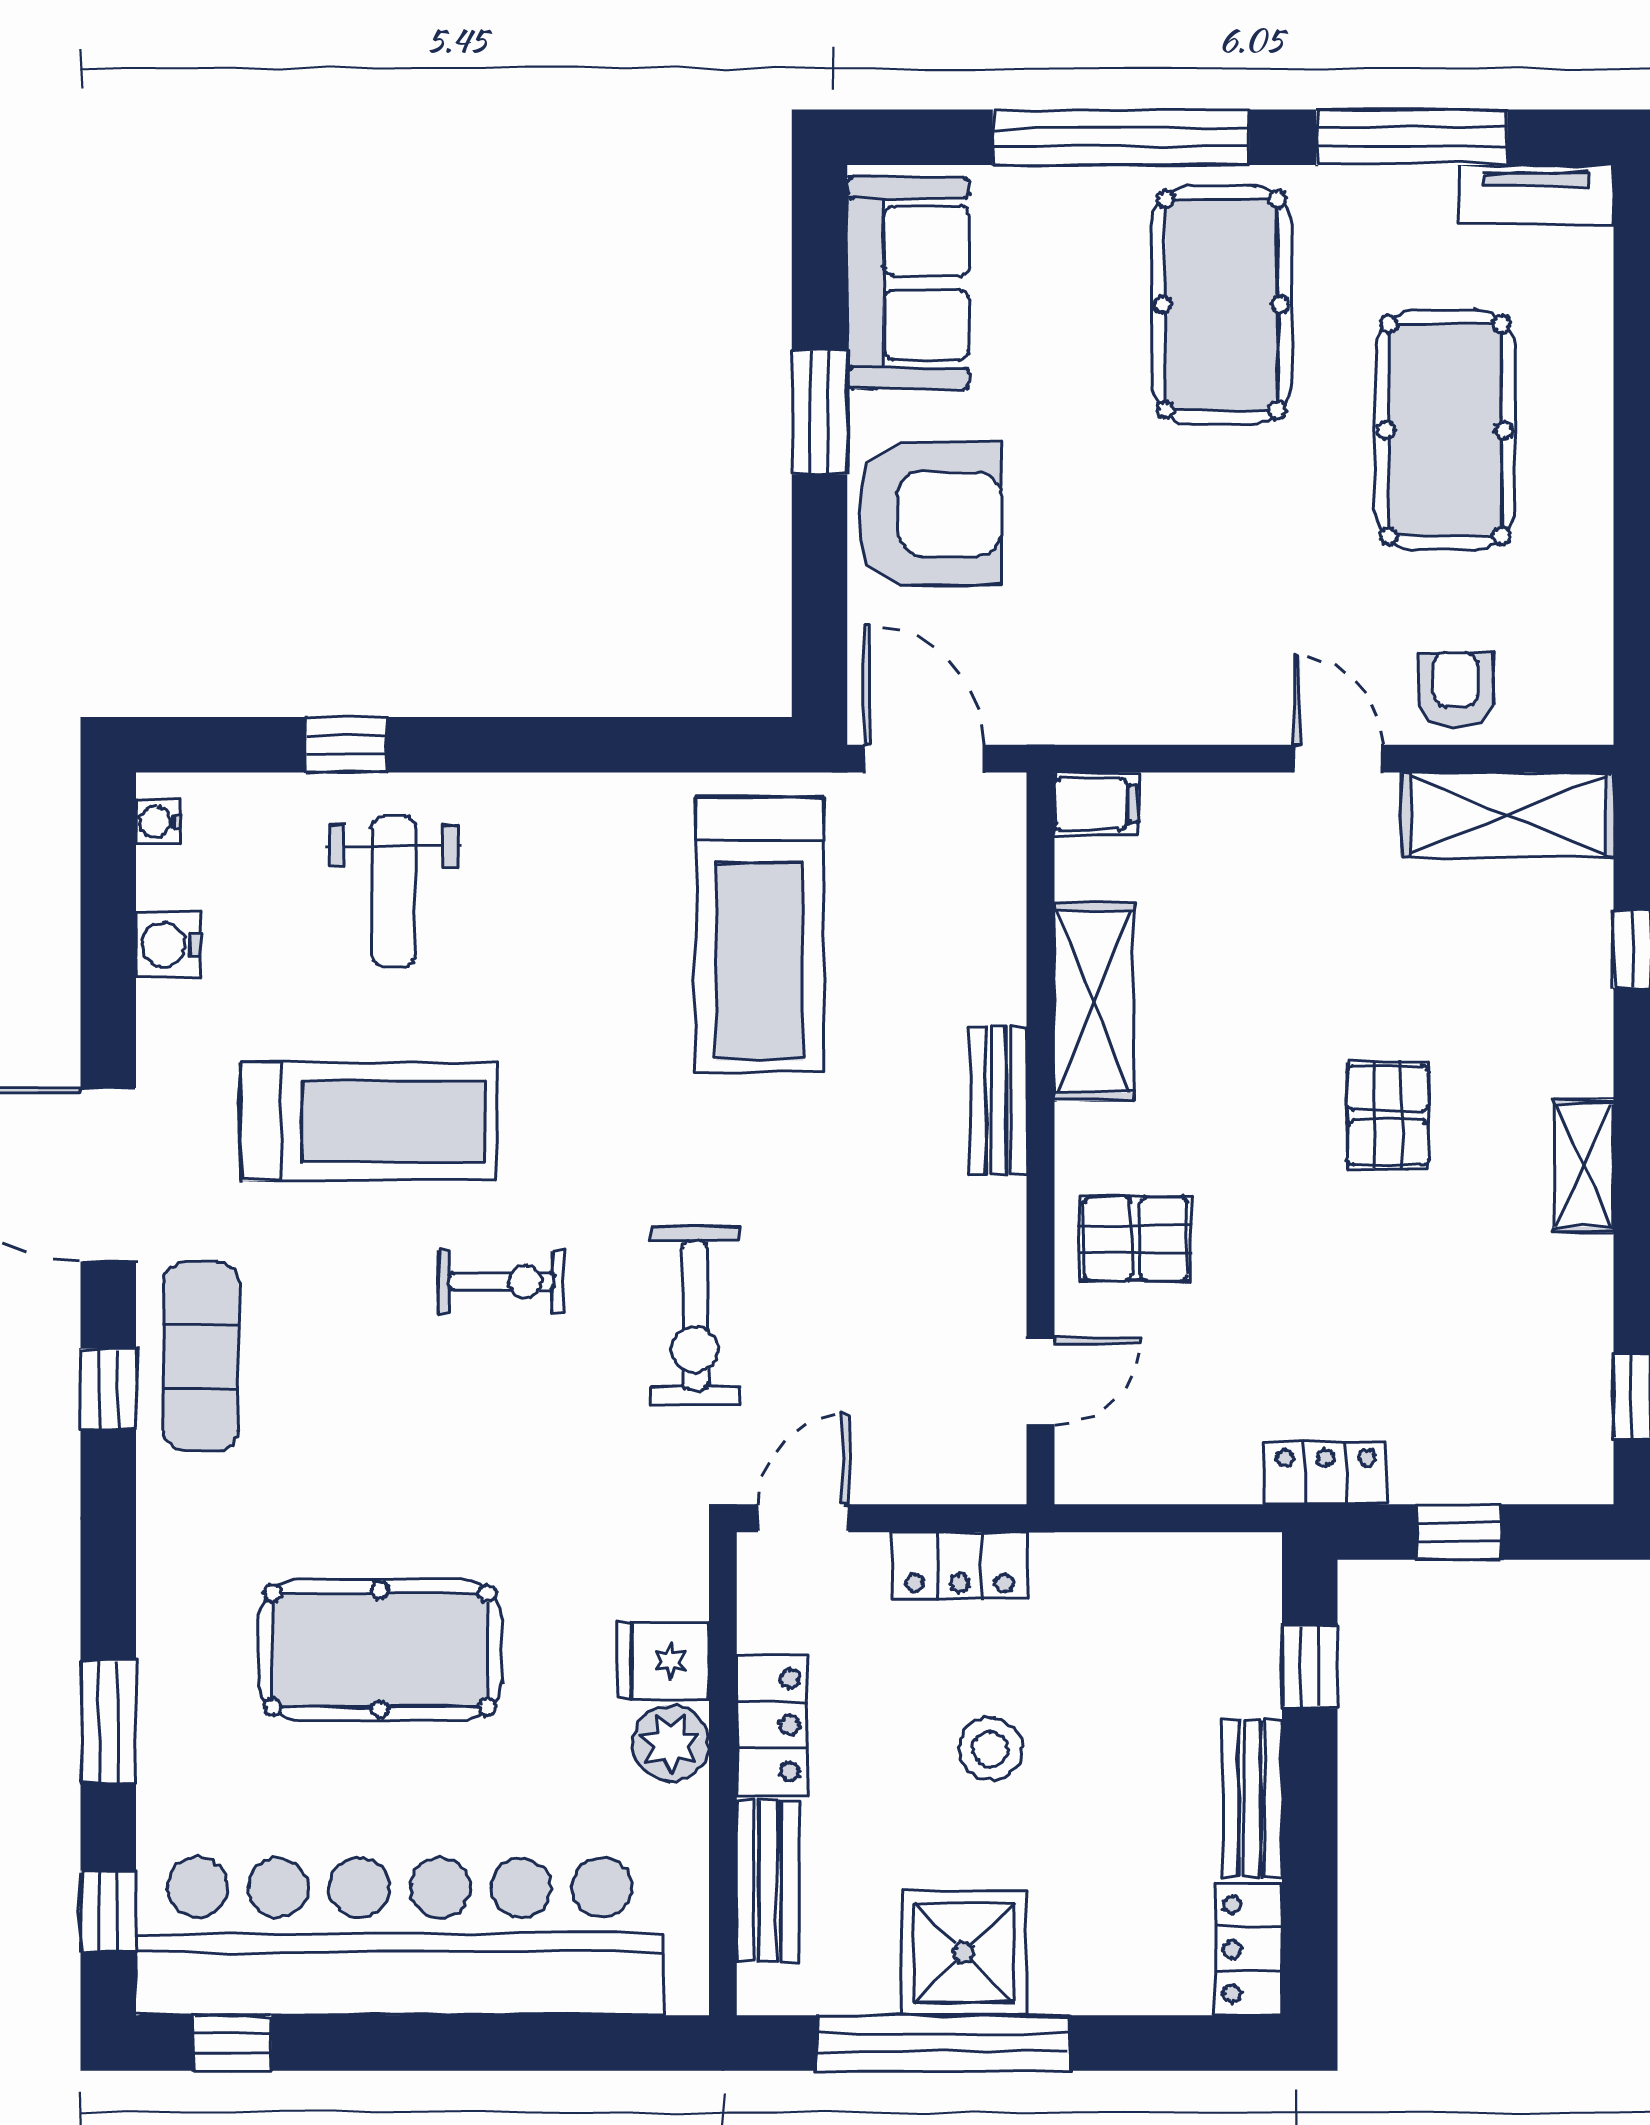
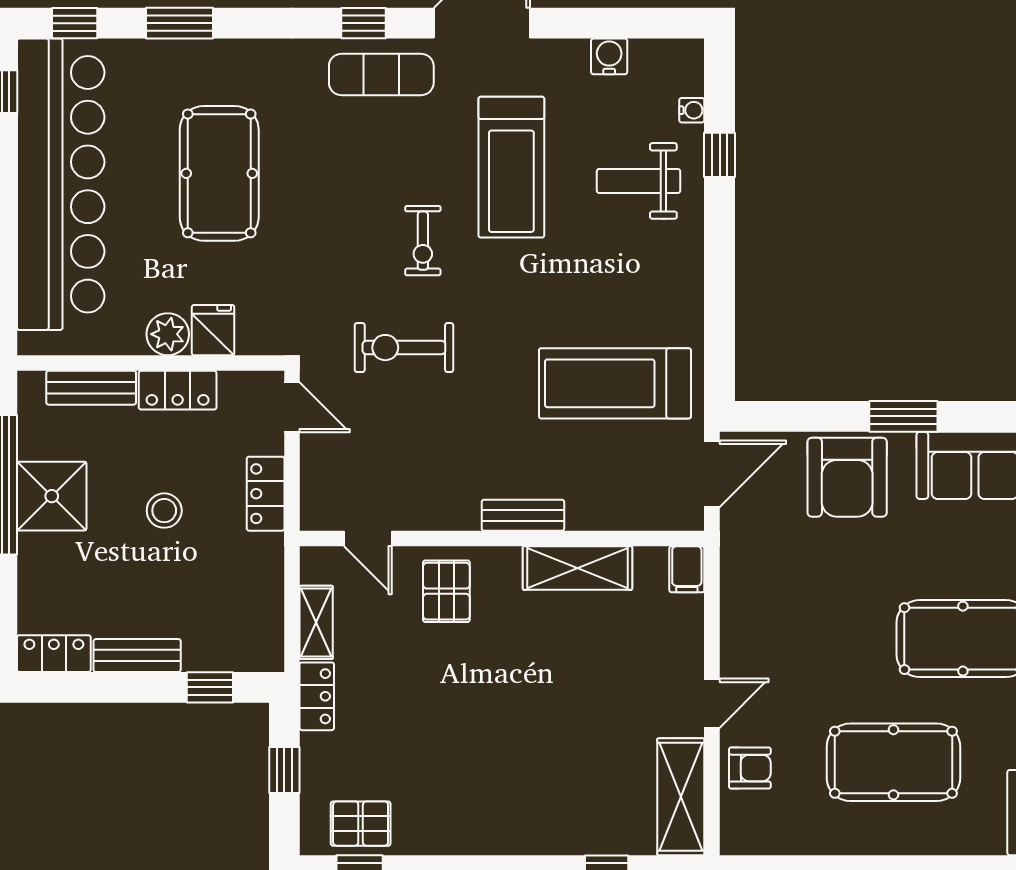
water cooler: (158, 822) -> (692, 110), moved, turned 90
pallet: (1388, 1115) -> (361, 824), moved
shelving: (1584, 1166) -> (316, 622), moved, turned 90

